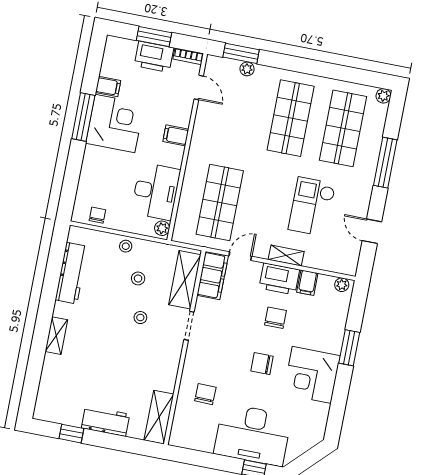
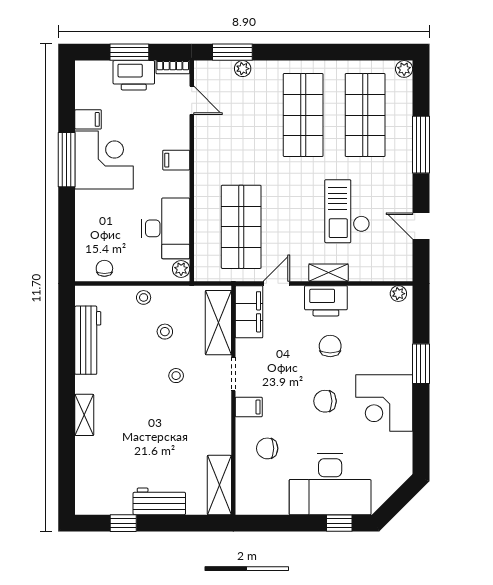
filing cabinet: (307, 283) -> (249, 407), moved, turned -90
chair: (205, 394) -> (267, 448), turned -91

